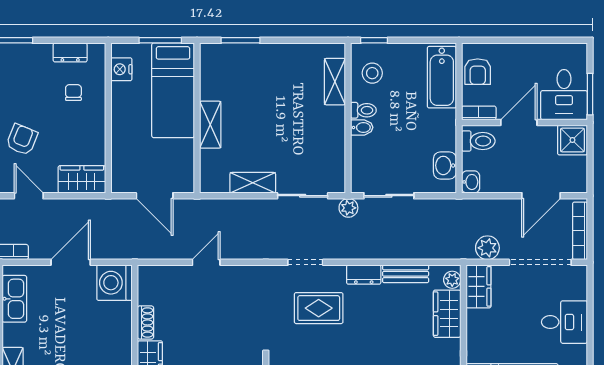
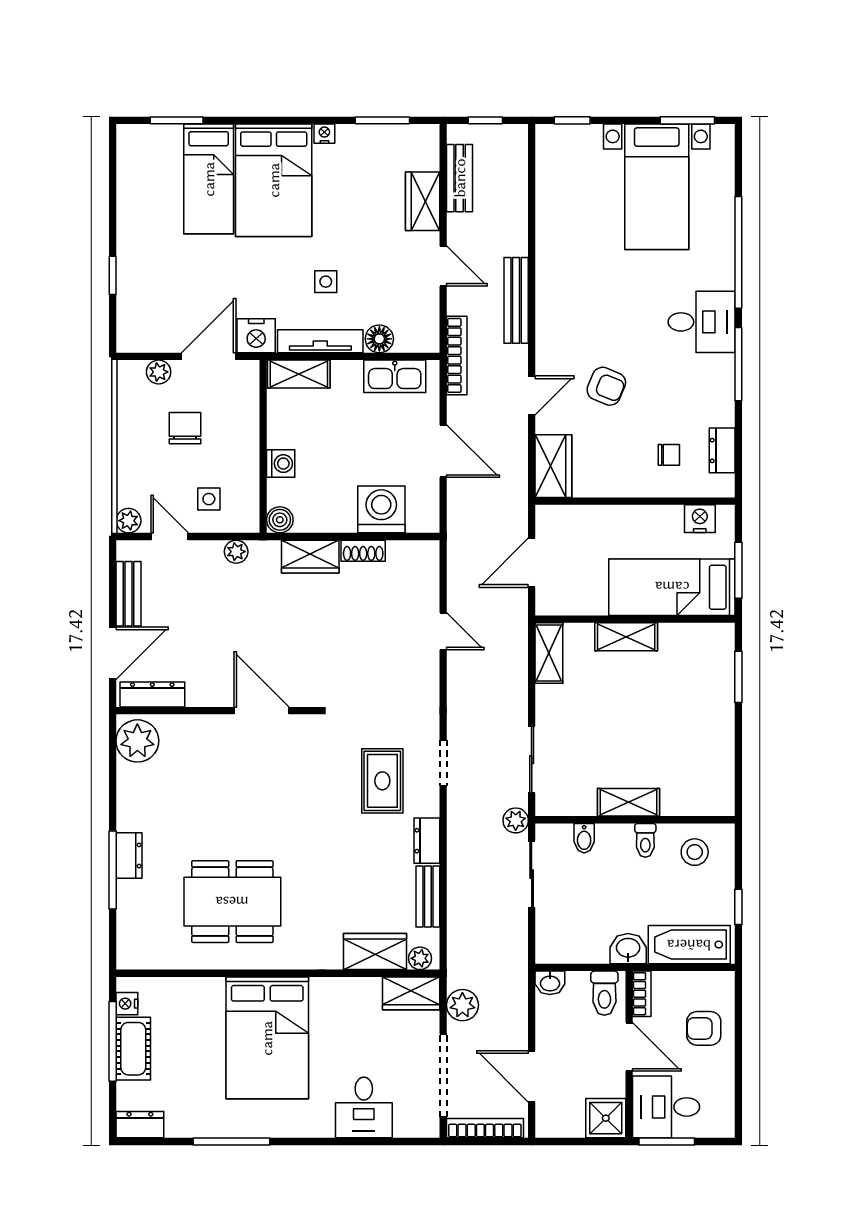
window: (374, 40) -> (738, 907), moved
armchair: (478, 72) -> (704, 1028), moved
shelving: (335, 82) -> (628, 802), moved
bidet: (362, 127) -> (584, 838), moved
washbasin: (445, 165) -> (628, 949), moved
shelving: (253, 183) -> (549, 653), moved
washing machine: (114, 283) -> (381, 509), moved

